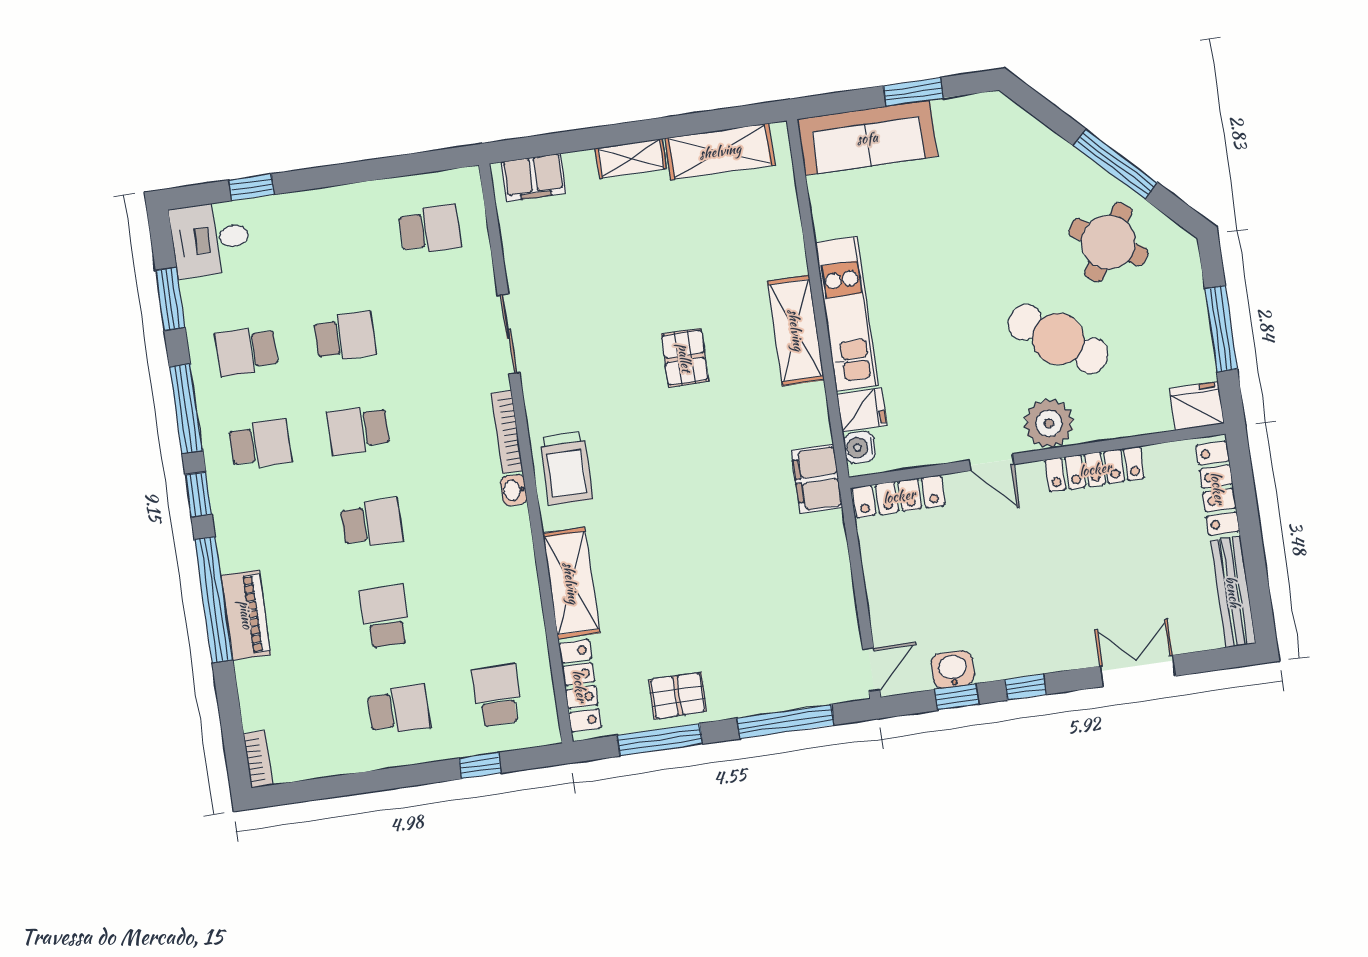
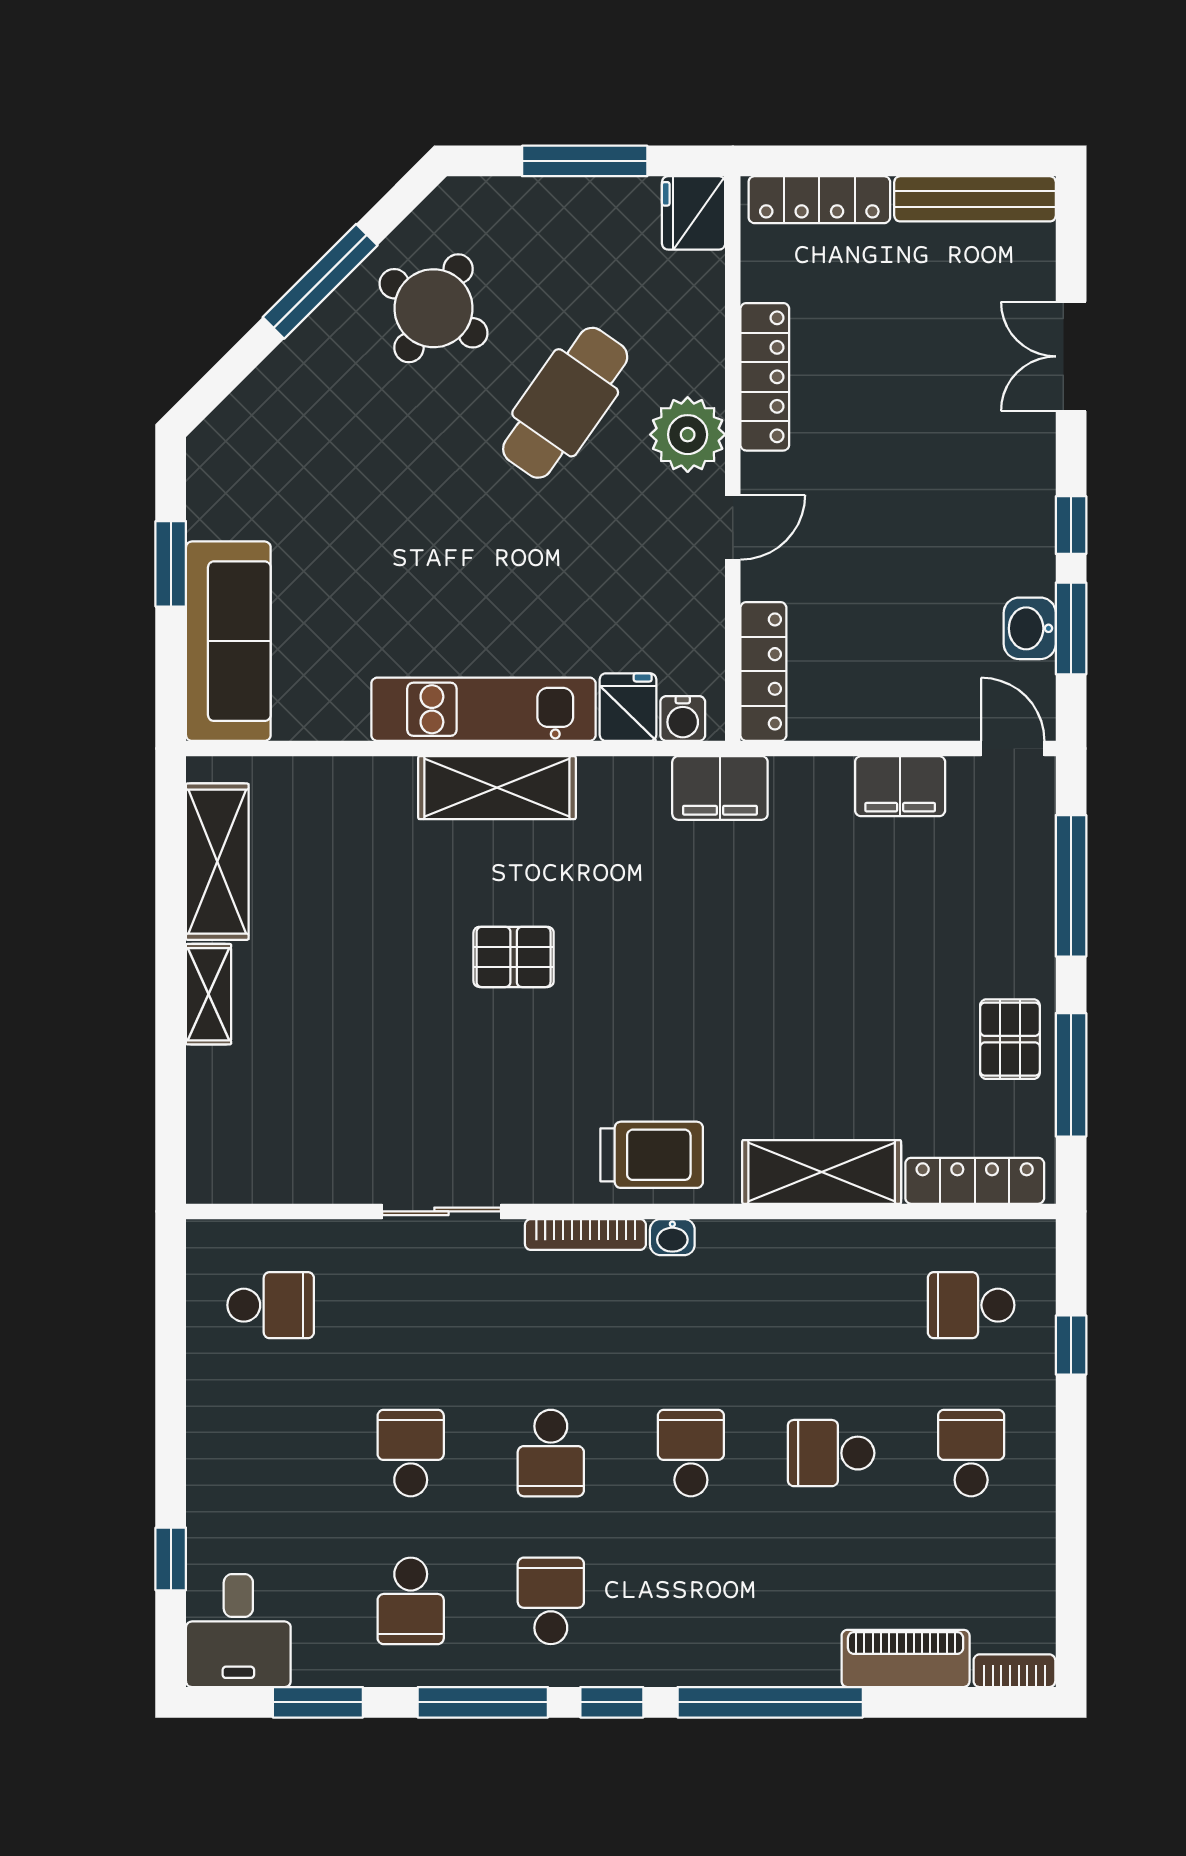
filing cabinet: (534, 177) -> (900, 786), moved, turned 90
school desk: (430, 229) -> (271, 1305), turned 90
piano: (246, 615) -> (906, 1658), moved
window: (957, 697) -> (1071, 628), width x1.50

